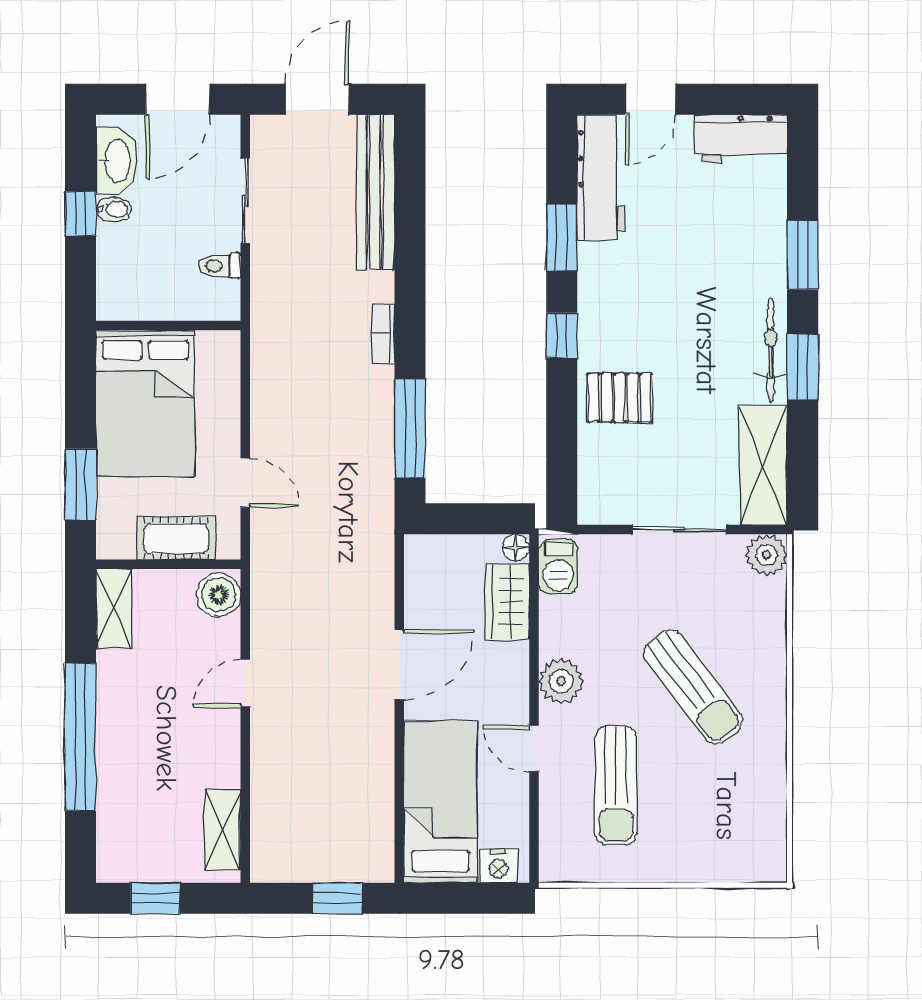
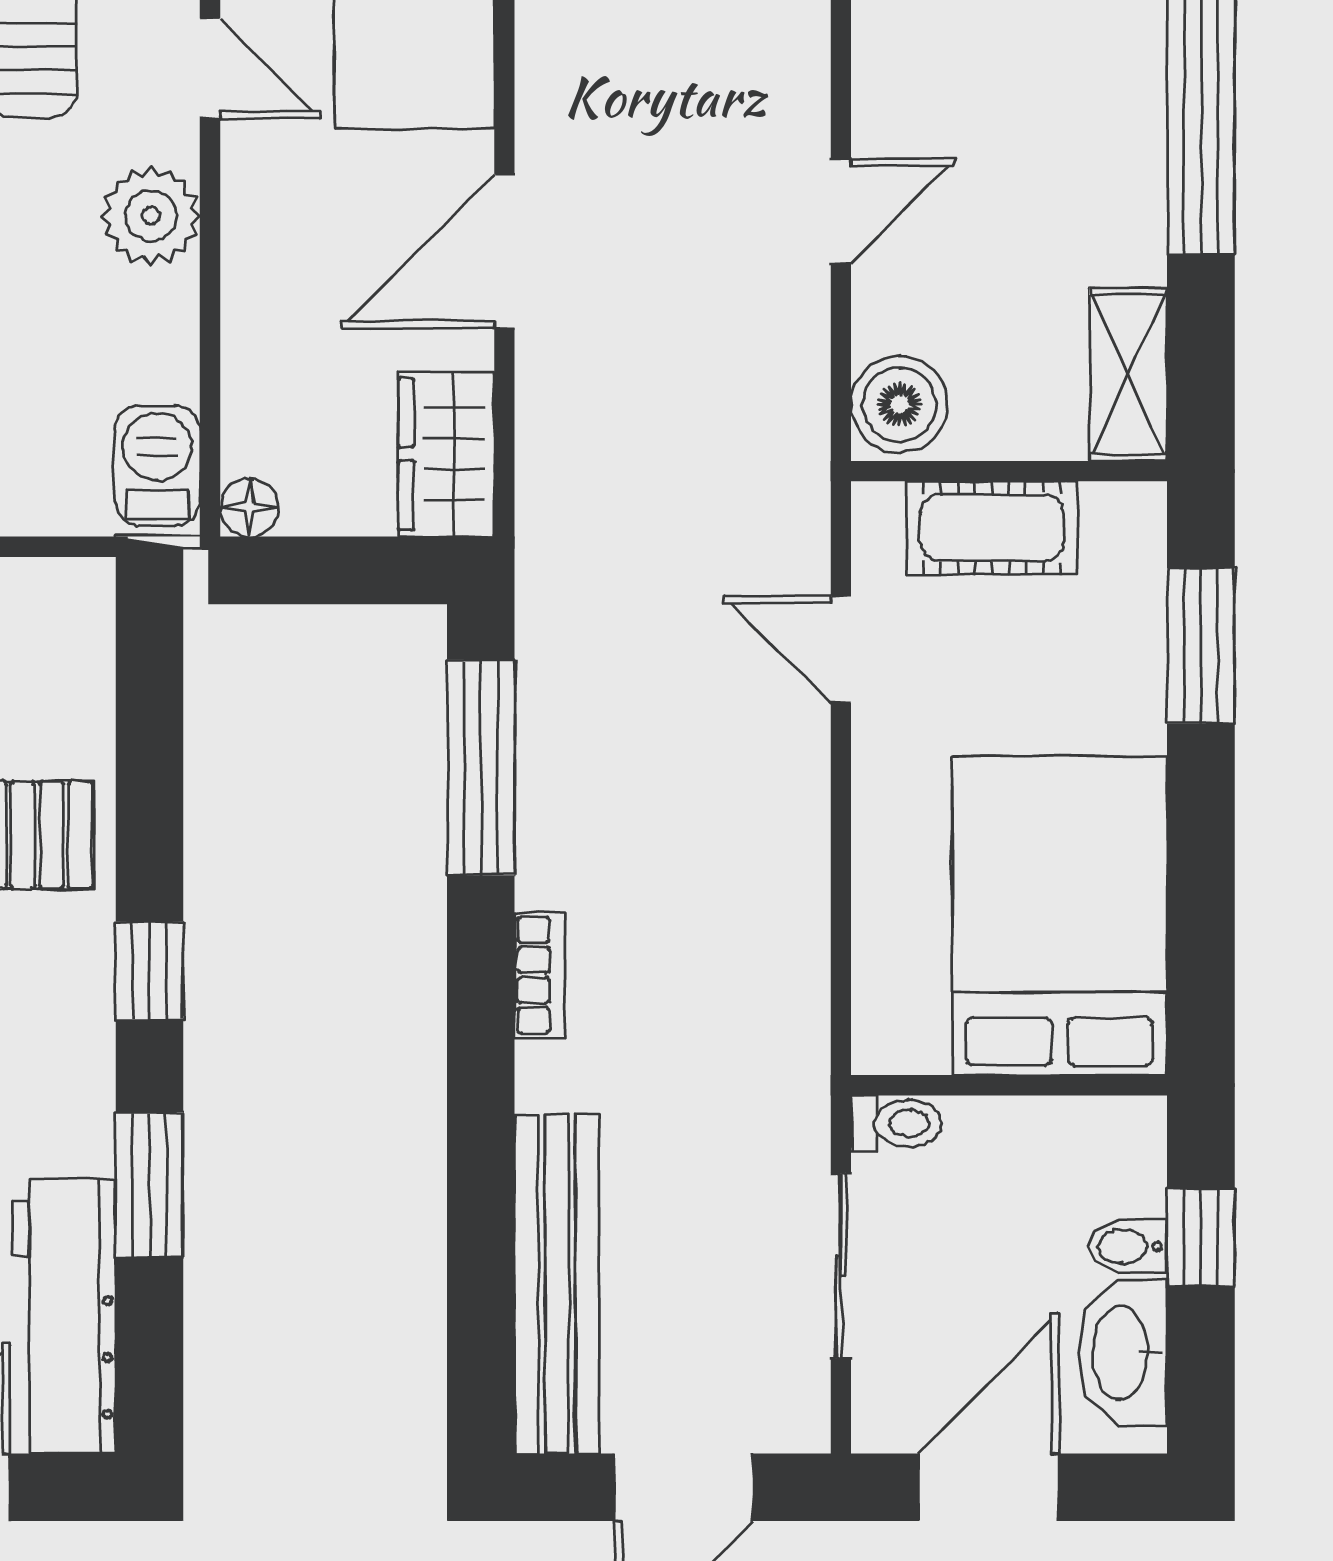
wall: (168, 326) -> (1009, 1085), moved
bed: (145, 403) -> (1060, 916), moved
wardrobe: (507, 602) -> (446, 454), moved, turned 180

